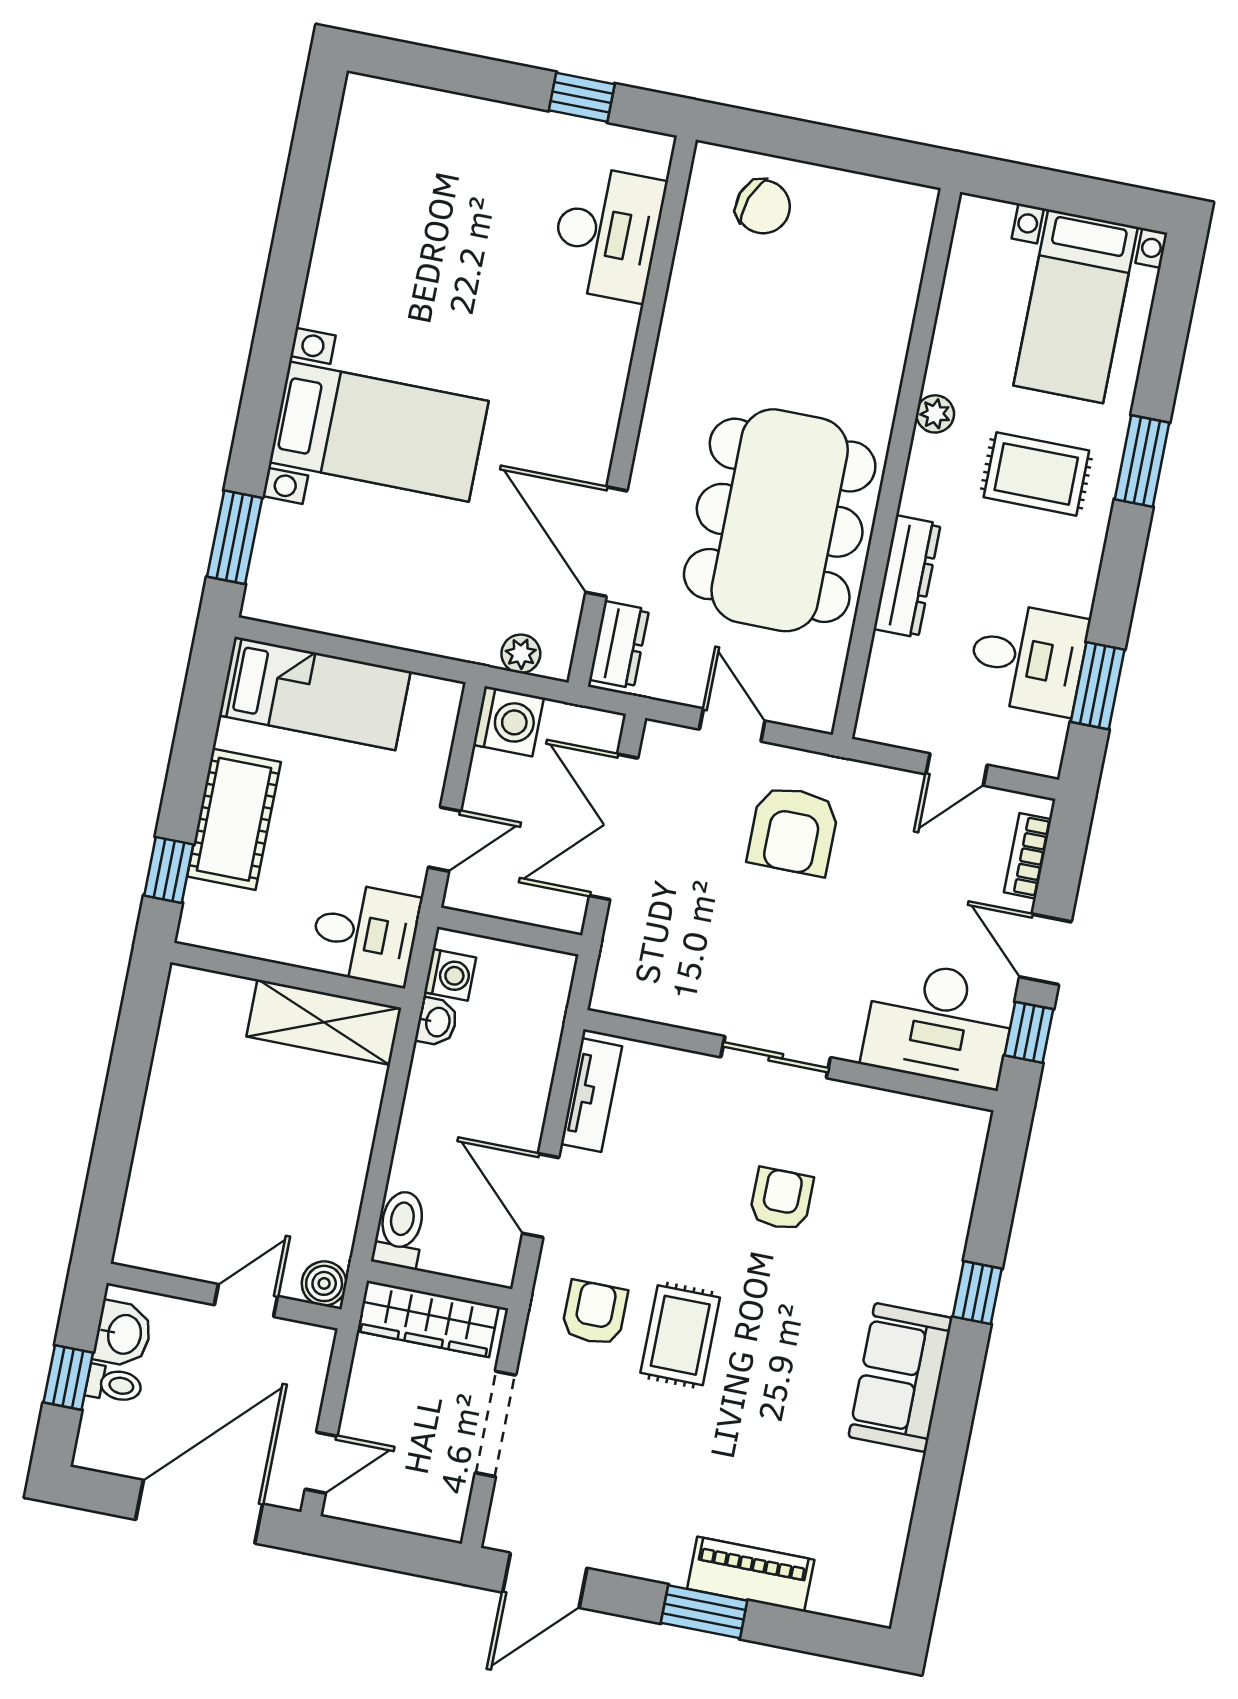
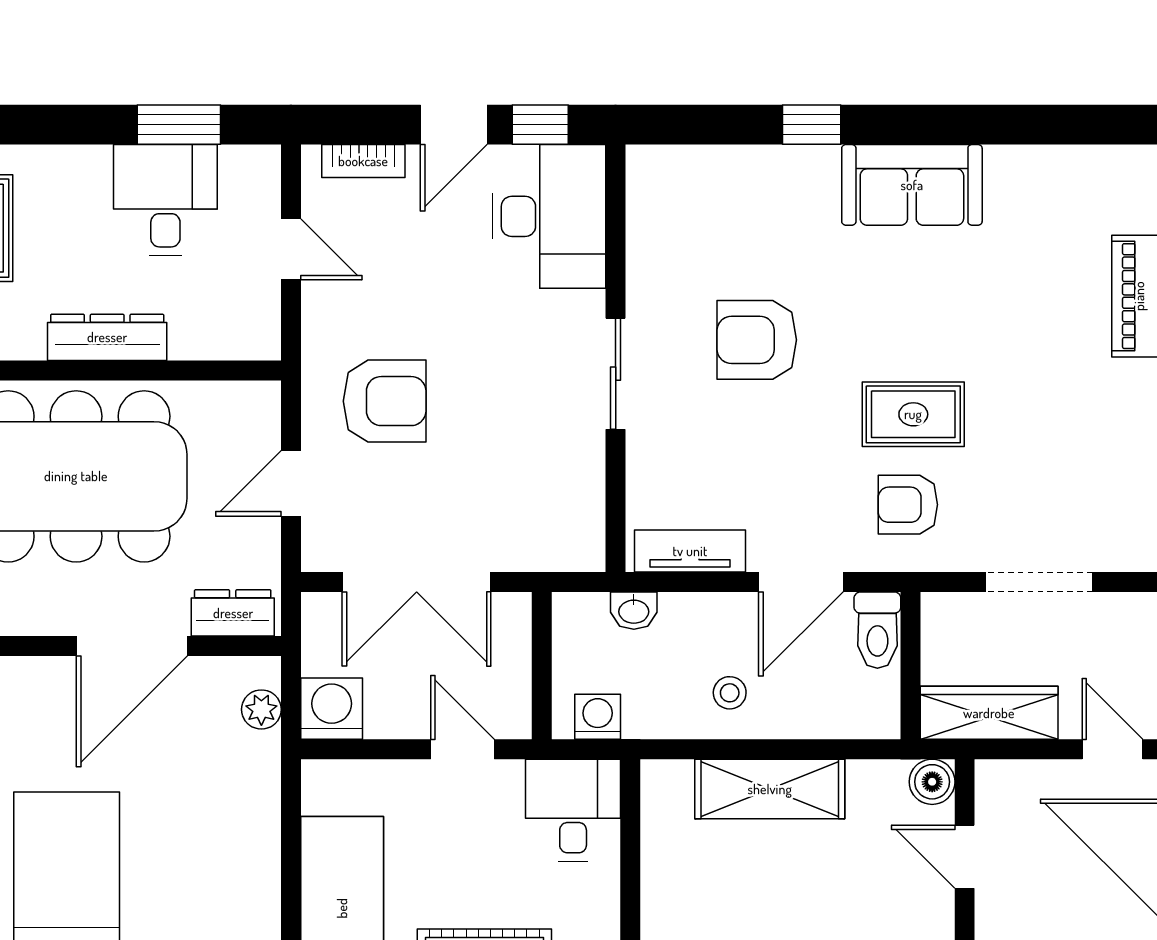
shelving: (324, 1022) -> (770, 789), moved, turned 90
washbasin: (437, 1022) -> (634, 611), moved, turned 180
stool: (448, 1106) -> (730, 693), added
armchair: (781, 1199) -> (757, 340), width x1.38, depth x1.38
toilet: (400, 1229) -> (877, 630), moved, turned -90
wardrobe: (428, 1319) -> (989, 713), moved, turned -90

